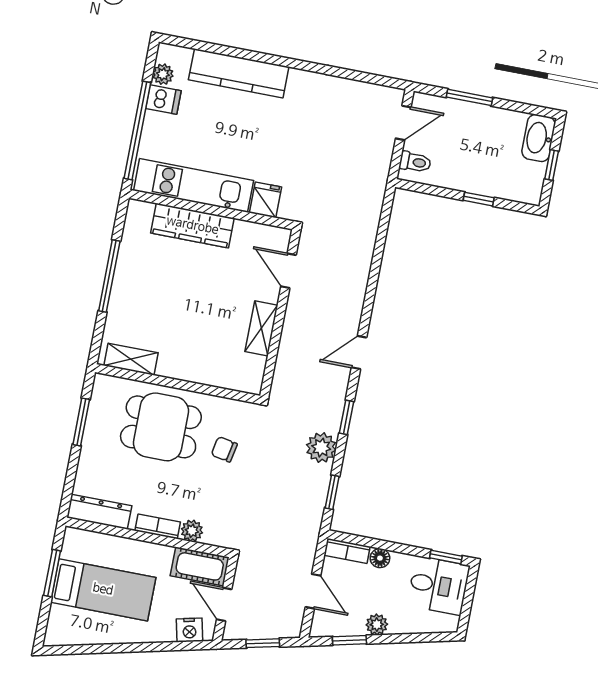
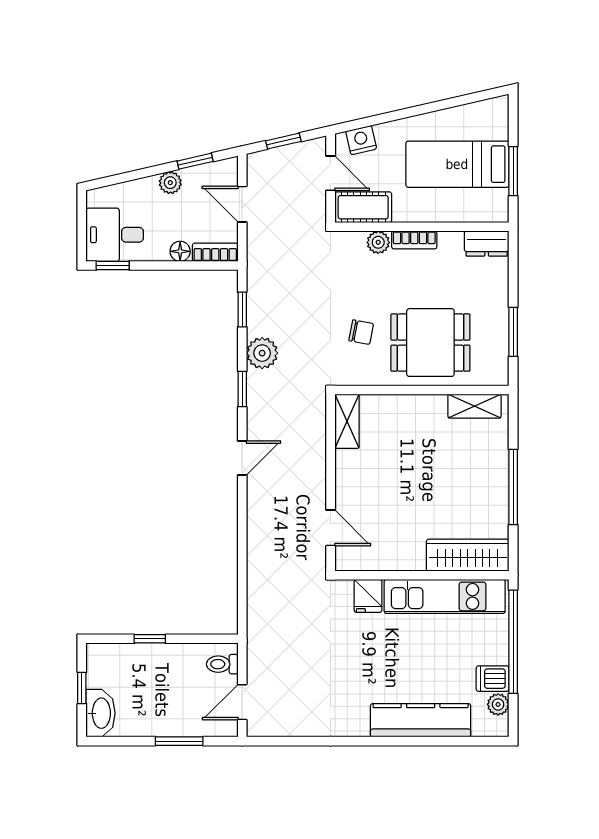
wardrobe: (192, 226) -> (468, 555), moved
shelving: (261, 328) -> (347, 421), moved
dresser: (99, 512) -> (487, 244), width x0.70

